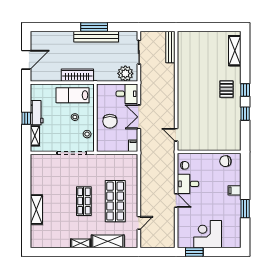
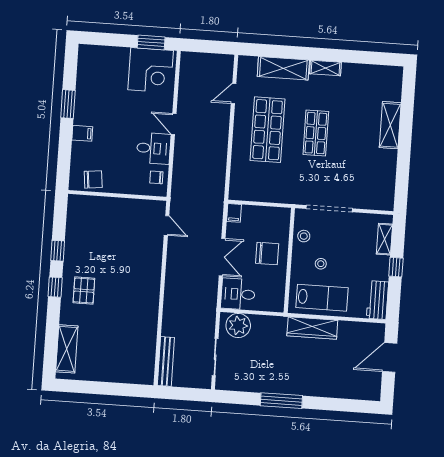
bench: (96, 37) -> (279, 386), removed
workbench: (37, 113) -> (377, 300), moved
chair: (110, 121) -> (267, 253), turned 90
corner desk: (208, 234) -> (151, 70), moved

